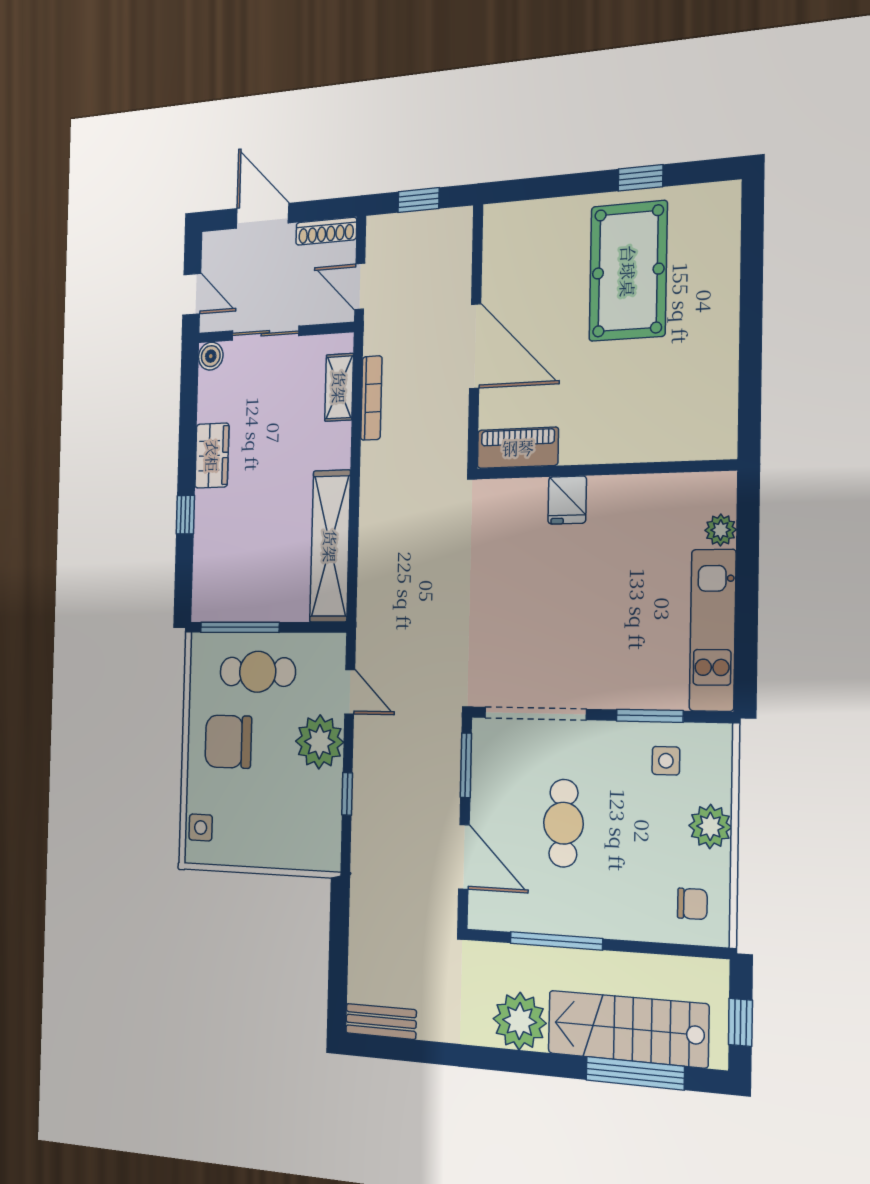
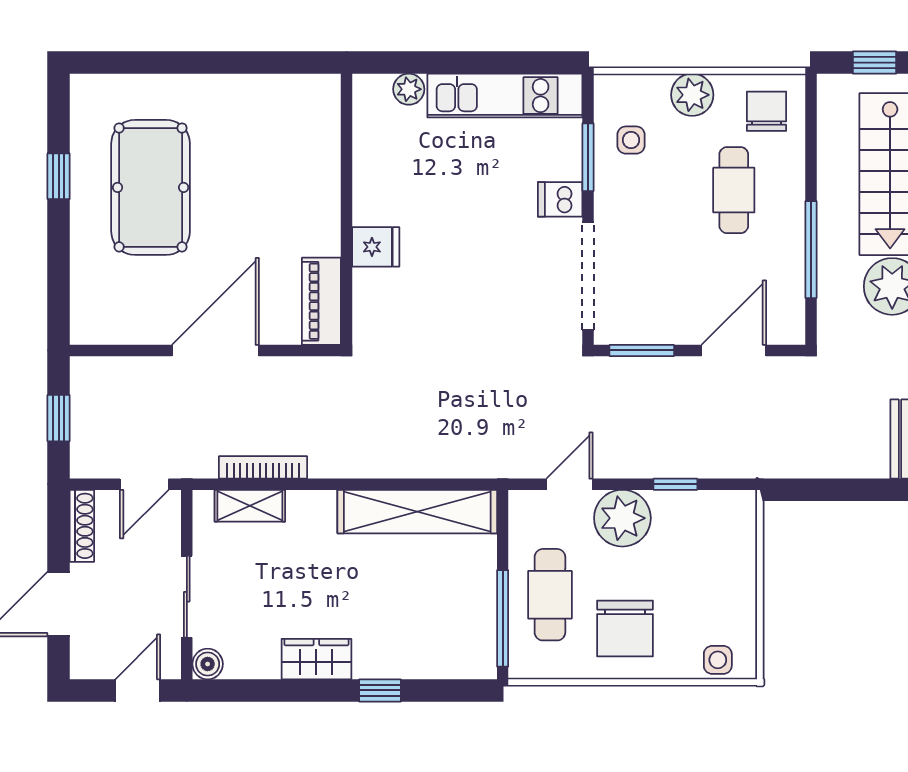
pool table: (628, 271) -> (151, 187), turned 90
dishwasher: (609, 686) -> (560, 199), added
cafe table: (563, 823) -> (734, 190), moved, turned 90
chair: (692, 904) -> (766, 111), width x1.37, depth x1.37

